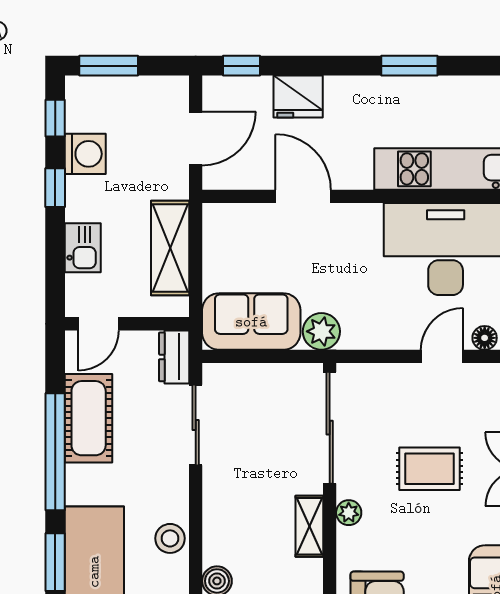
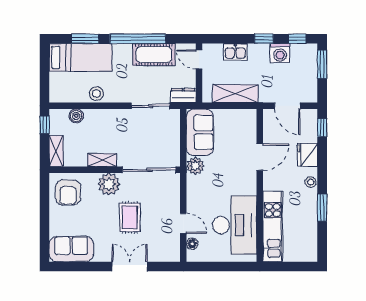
stool: (355, 90) -> (311, 182), added
plant: (349, 513) -> (109, 184), width x1.88, depth x1.88

